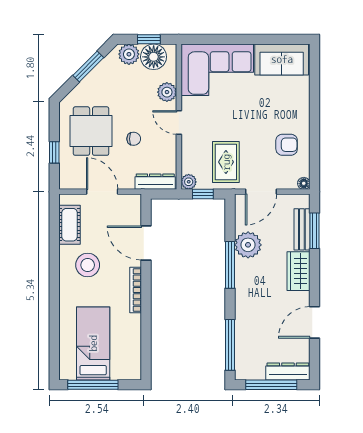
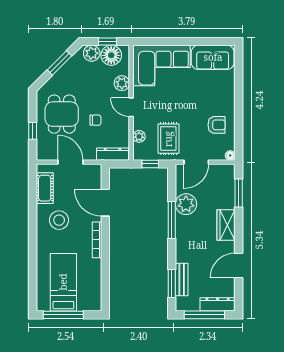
plant: (189, 182) -> (139, 136), moved
bench: (302, 229) -> (182, 280), moved
window: (230, 345) -> (172, 283), width x0.69

